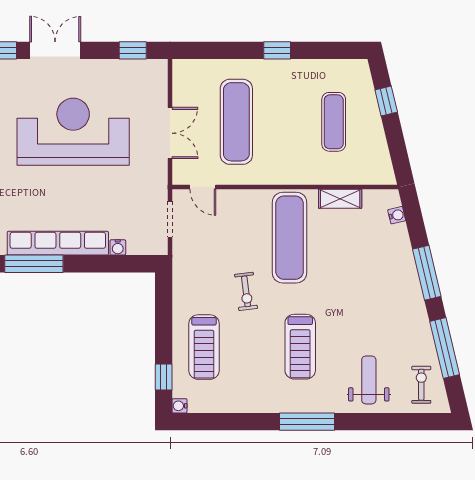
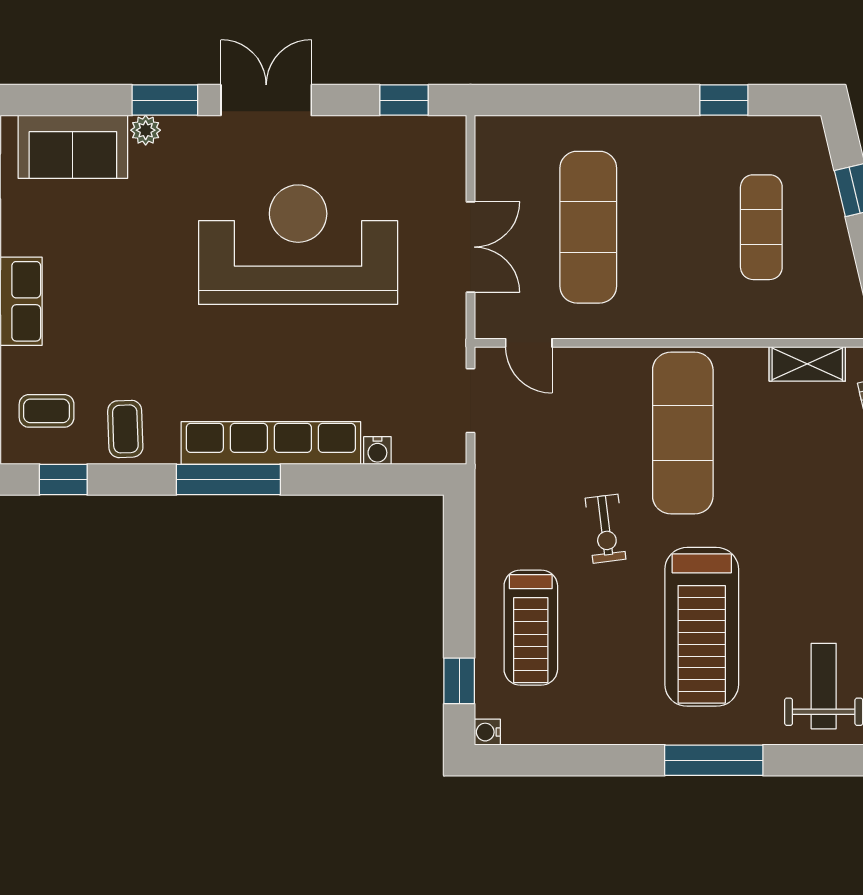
window: (277, 50) -> (724, 100), moved
shelving: (340, 199) -> (807, 364), moved
treadmill: (300, 347) -> (702, 627), width x1.37, depth x1.38

